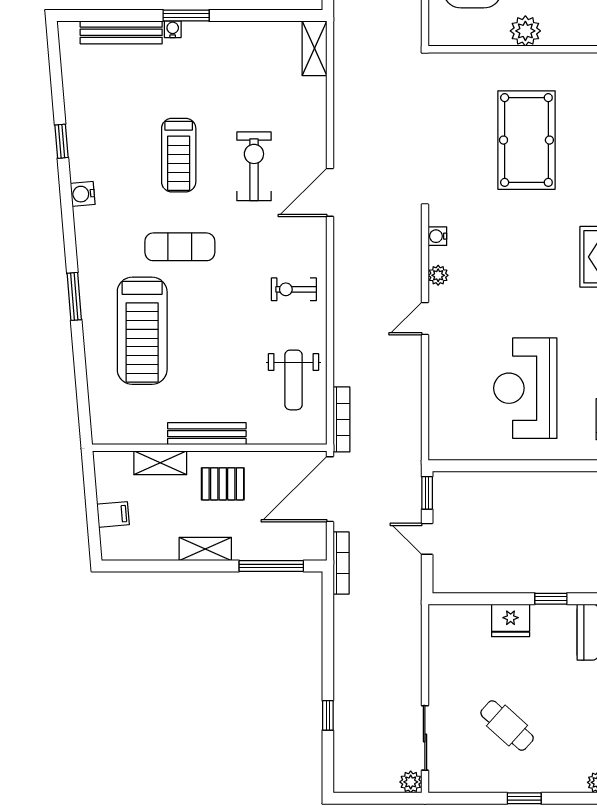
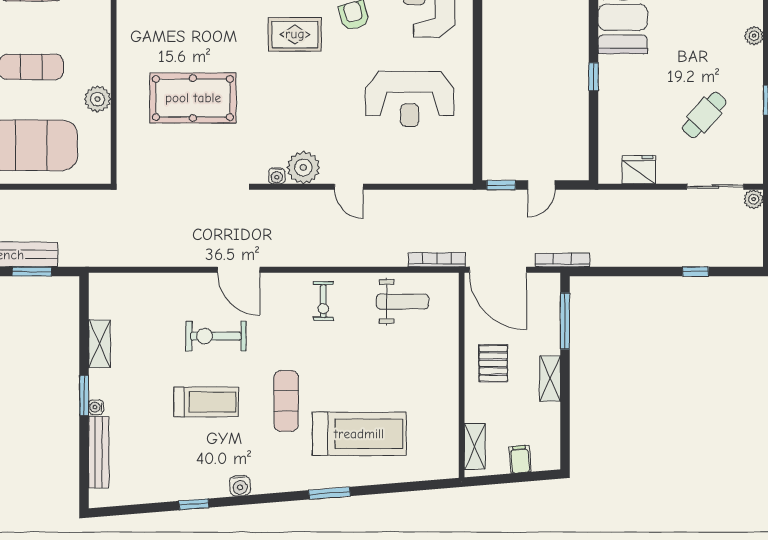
shelving: (314, 48) -> (99, 344), moved, turned 90
plant: (438, 275) -> (303, 167), width x1.88, depth x1.88
bench: (207, 434) -> (449, 377), removed
shelving: (160, 463) -> (475, 446), moved
fridge: (511, 620) -> (639, 170), moved, turned -90

